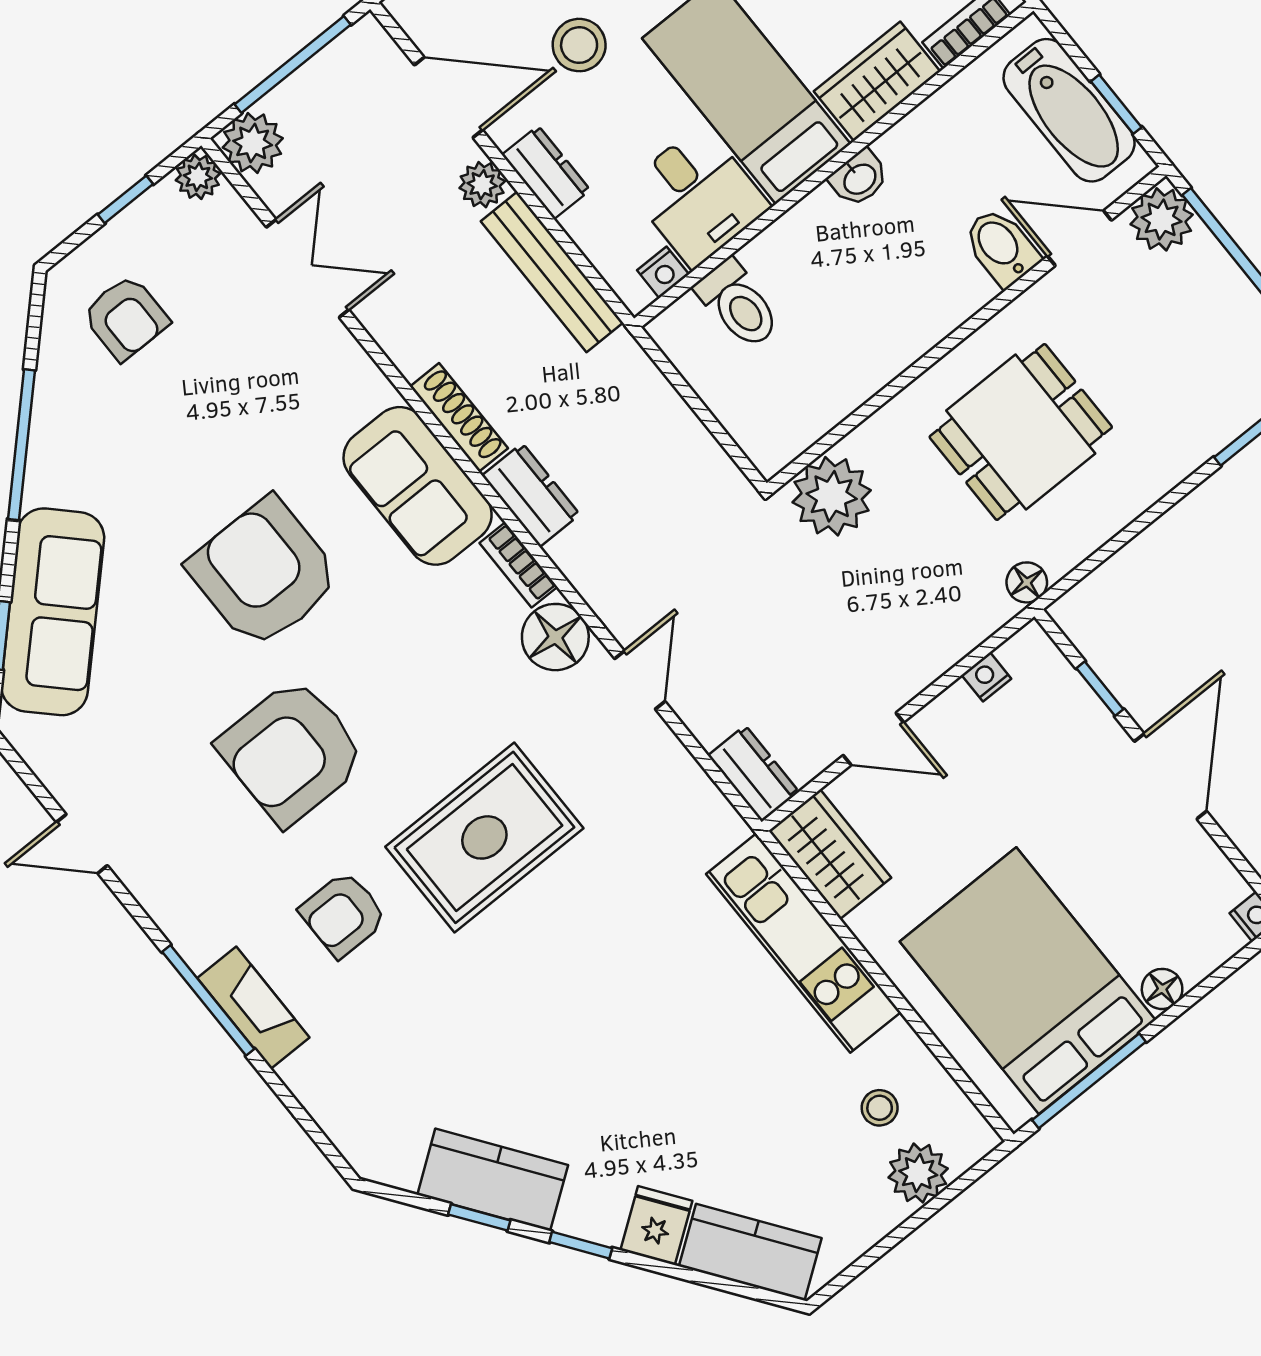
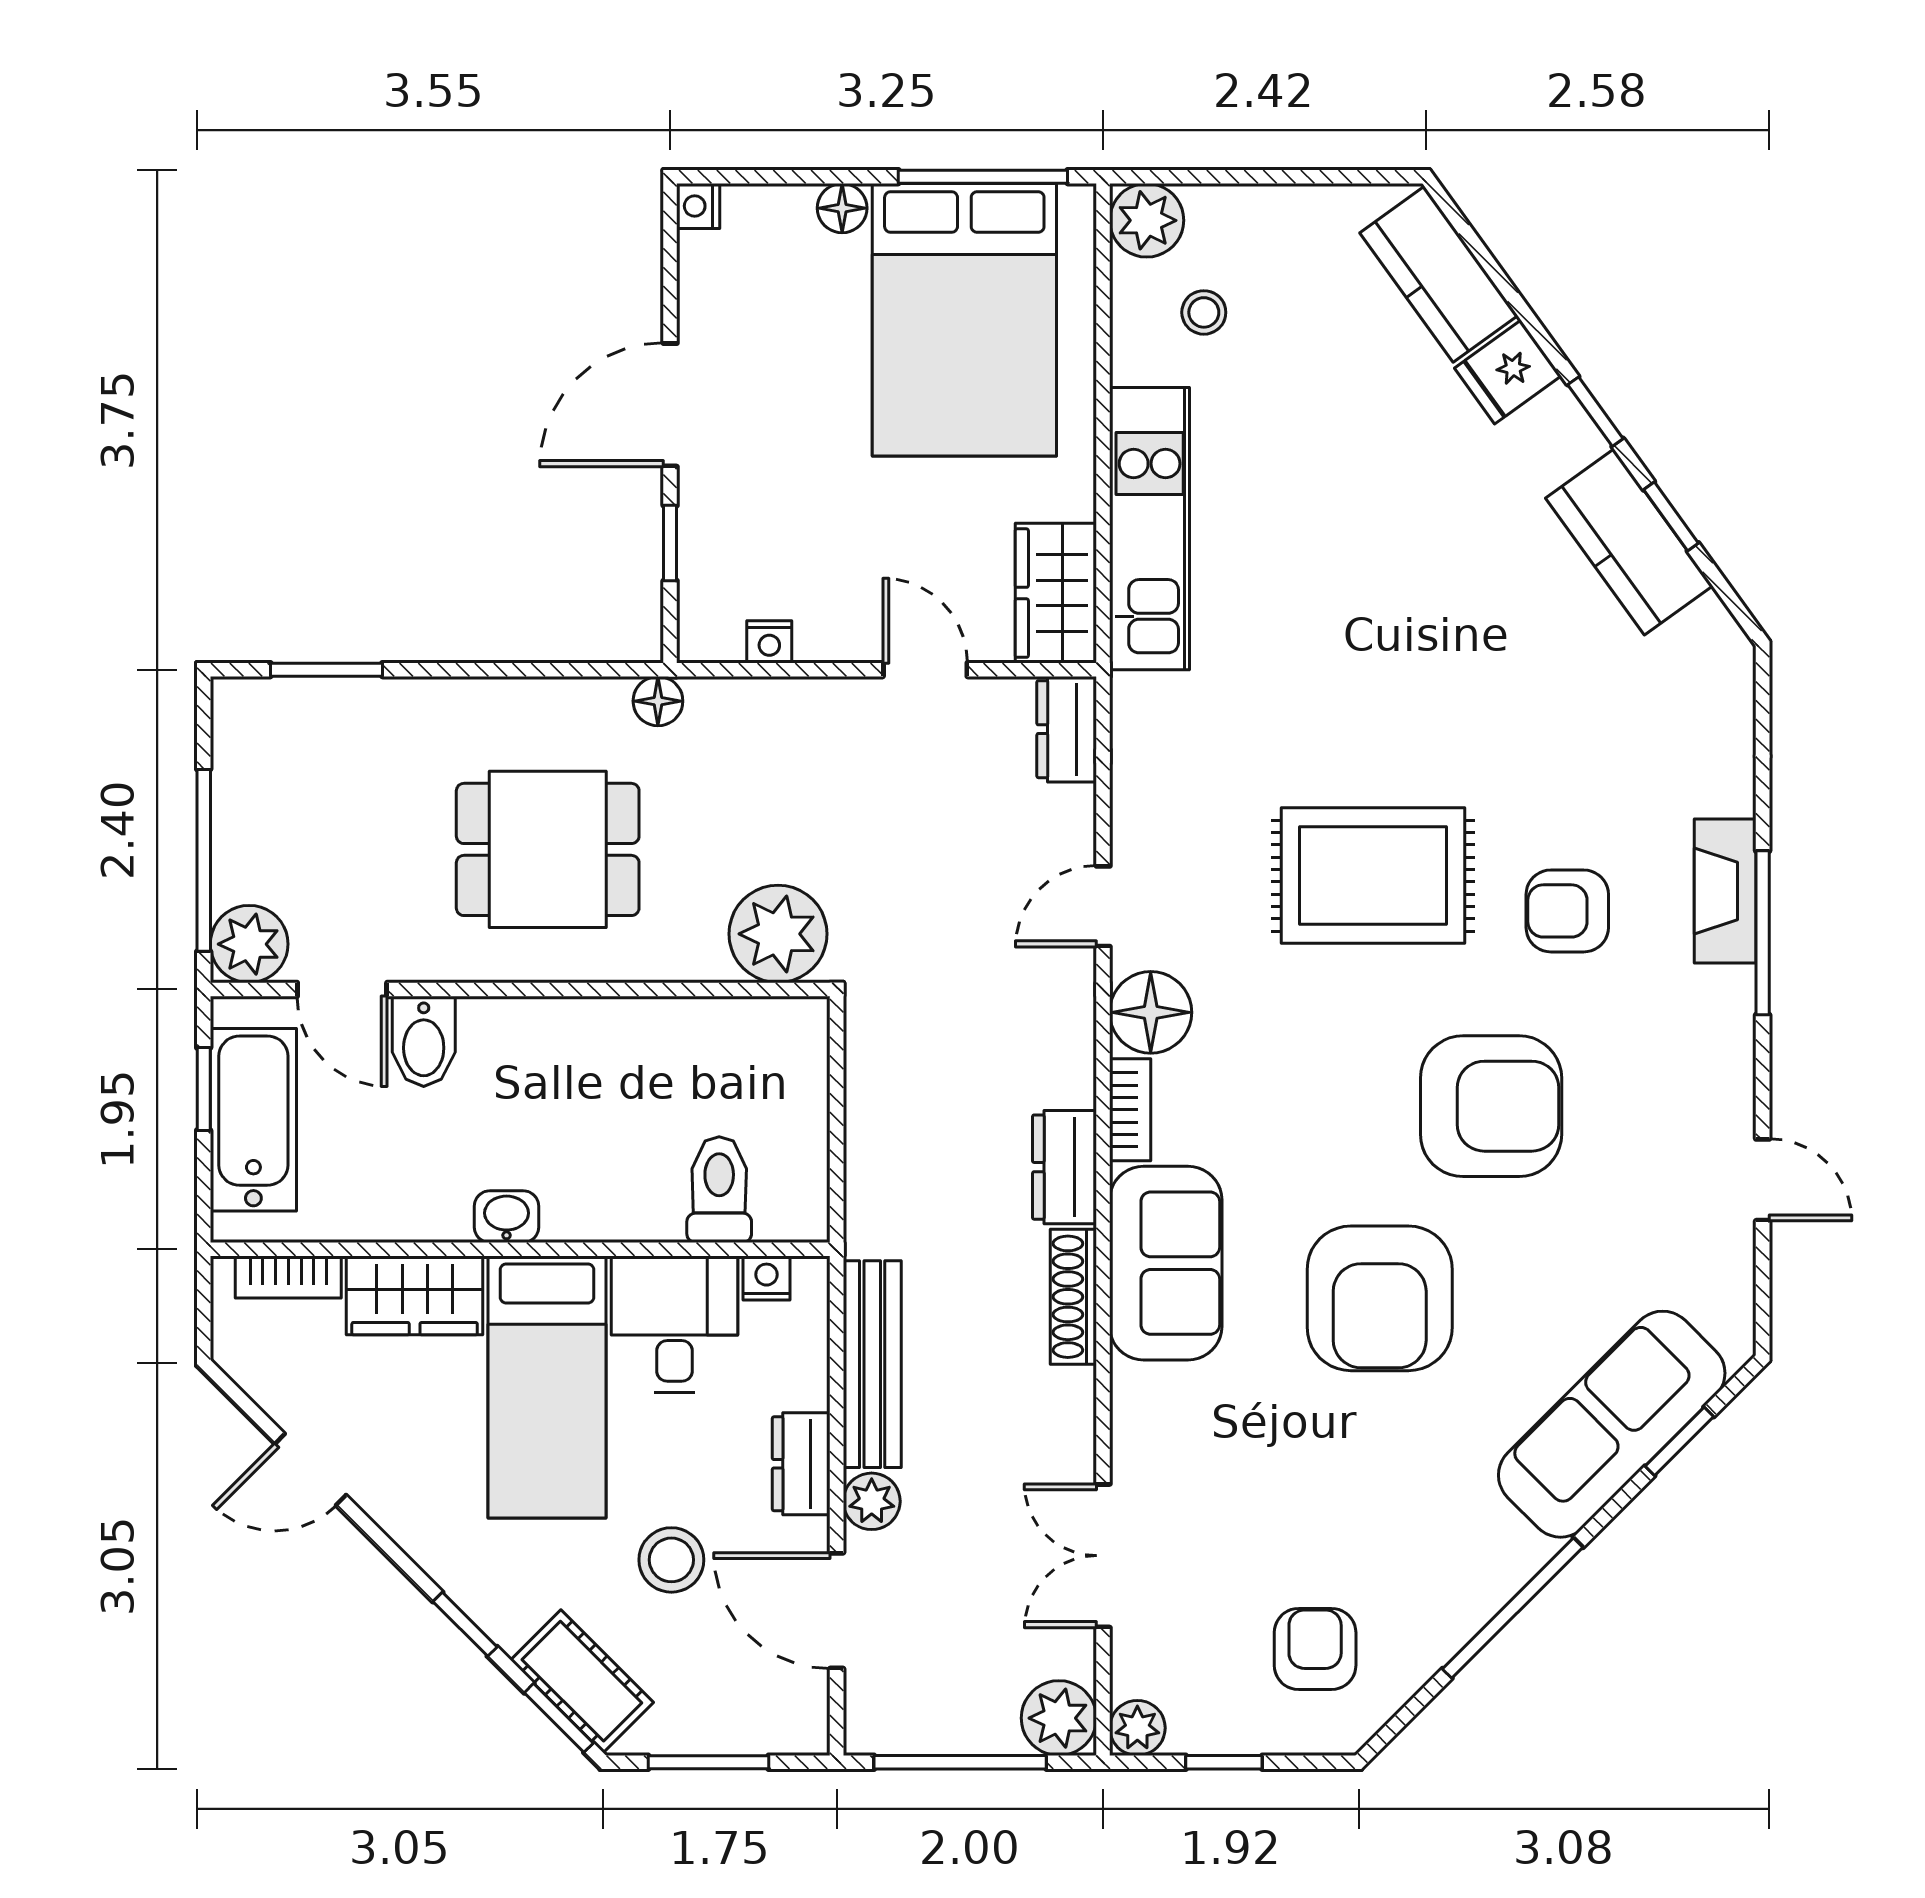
armchair: (343, 914) -> (1567, 911), turned 180
plant: (918, 1173) -> (1147, 220), moved

